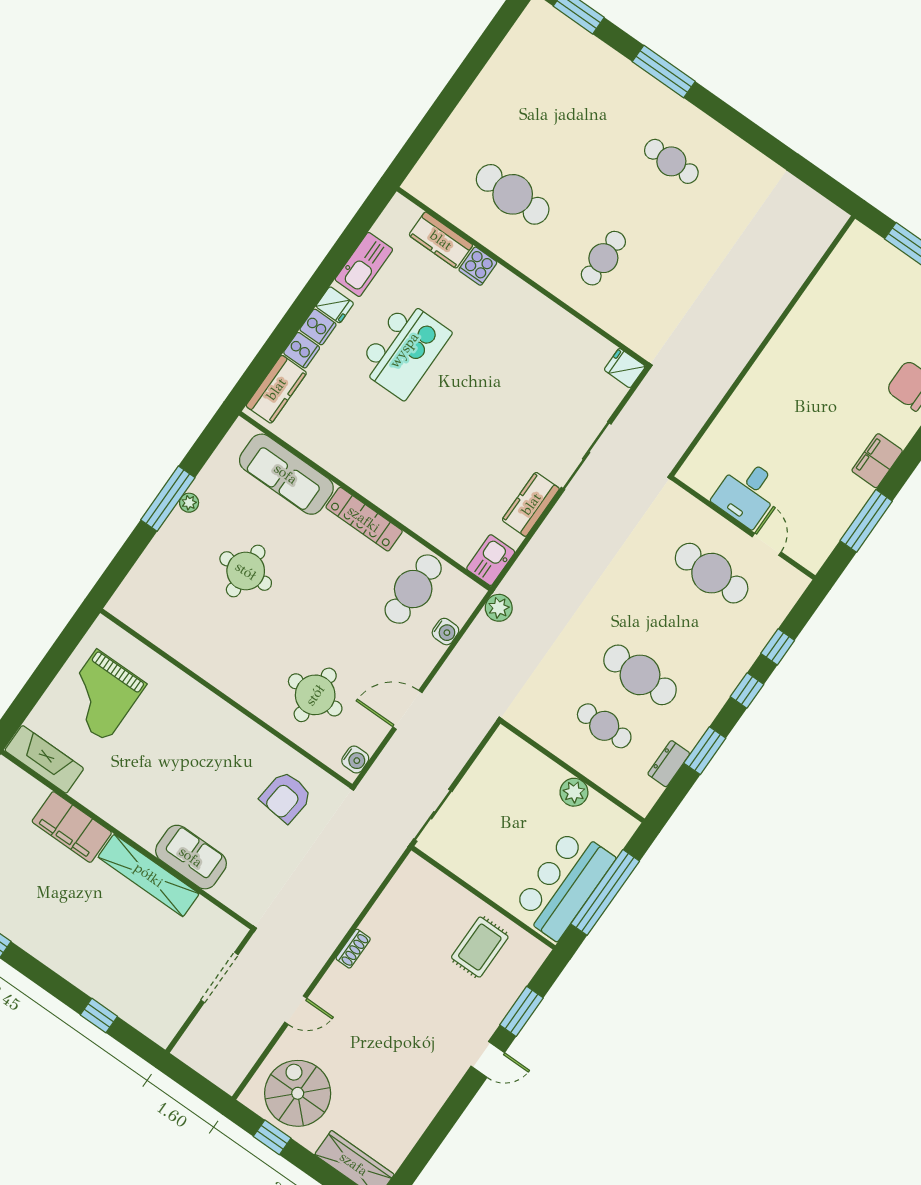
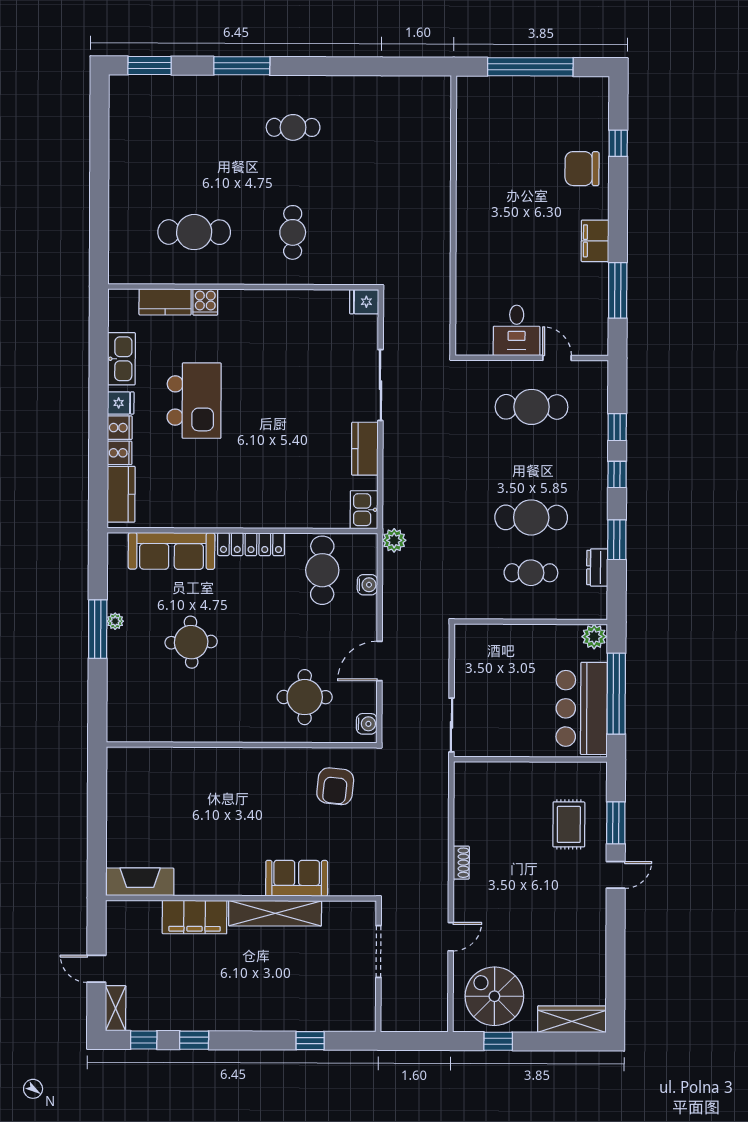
grand piano: (102, 695) -> (149, 806), removed
plant: (574, 792) -> (594, 637), moved
rug: (480, 947) -> (569, 824), moved

